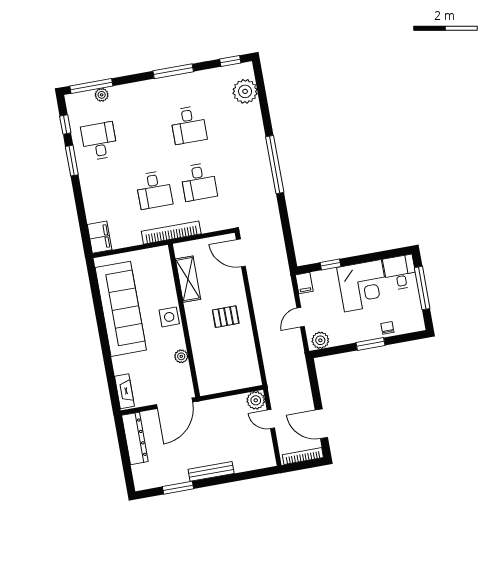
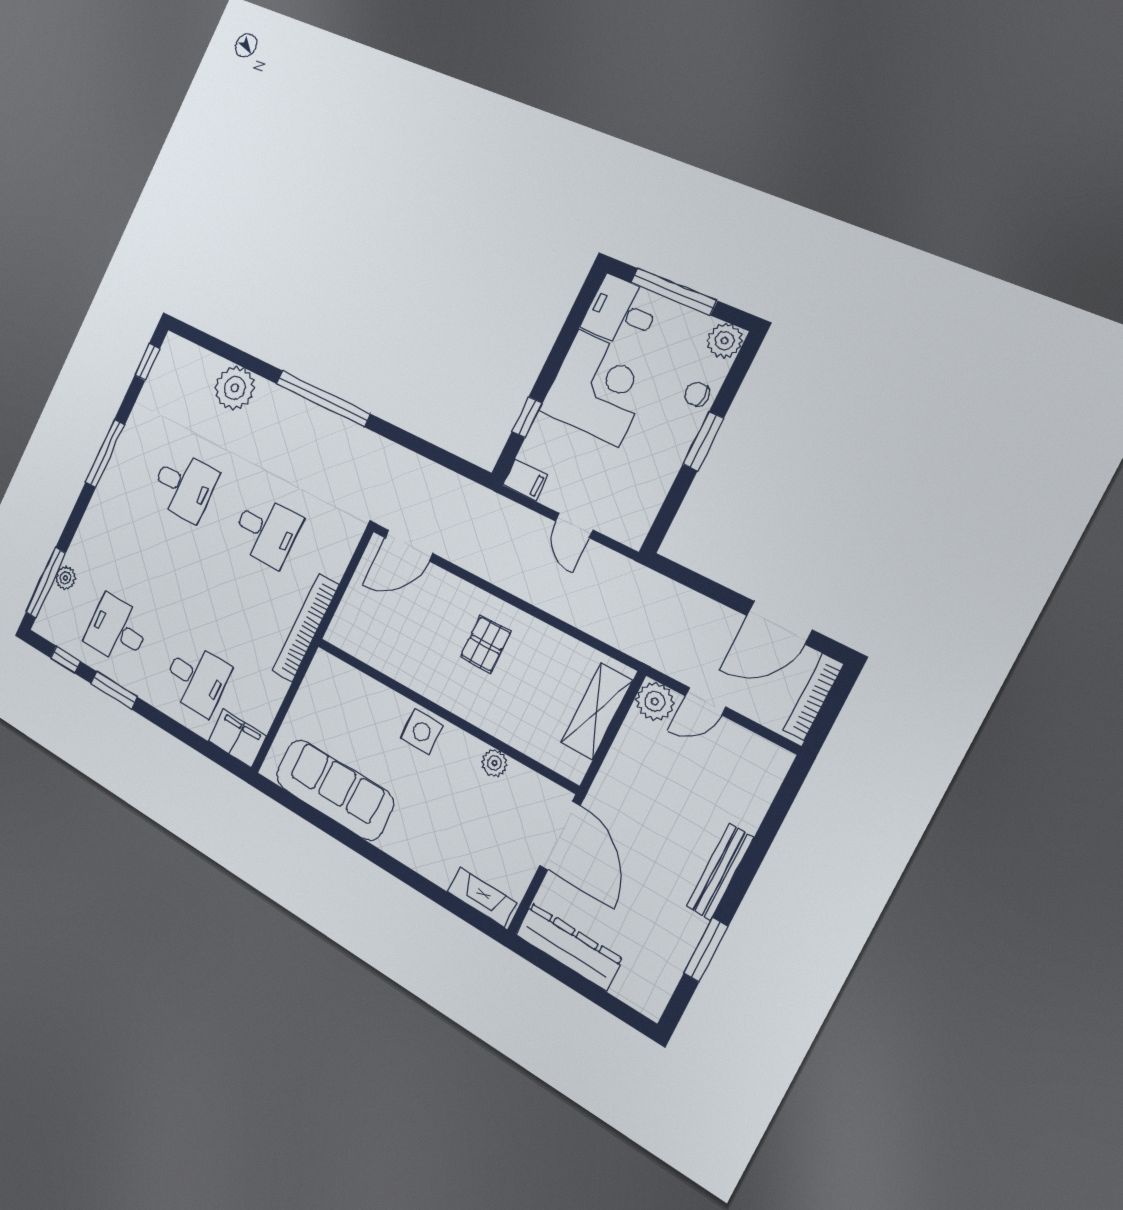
plant: (245, 91) -> (235, 388), moved
desk: (154, 190) -> (197, 679), moved
shelving: (188, 279) -> (597, 711), moved, turned 90
sofa: (121, 309) -> (334, 790), width x0.74, depth x0.79
plant: (320, 340) -> (725, 341), moved

